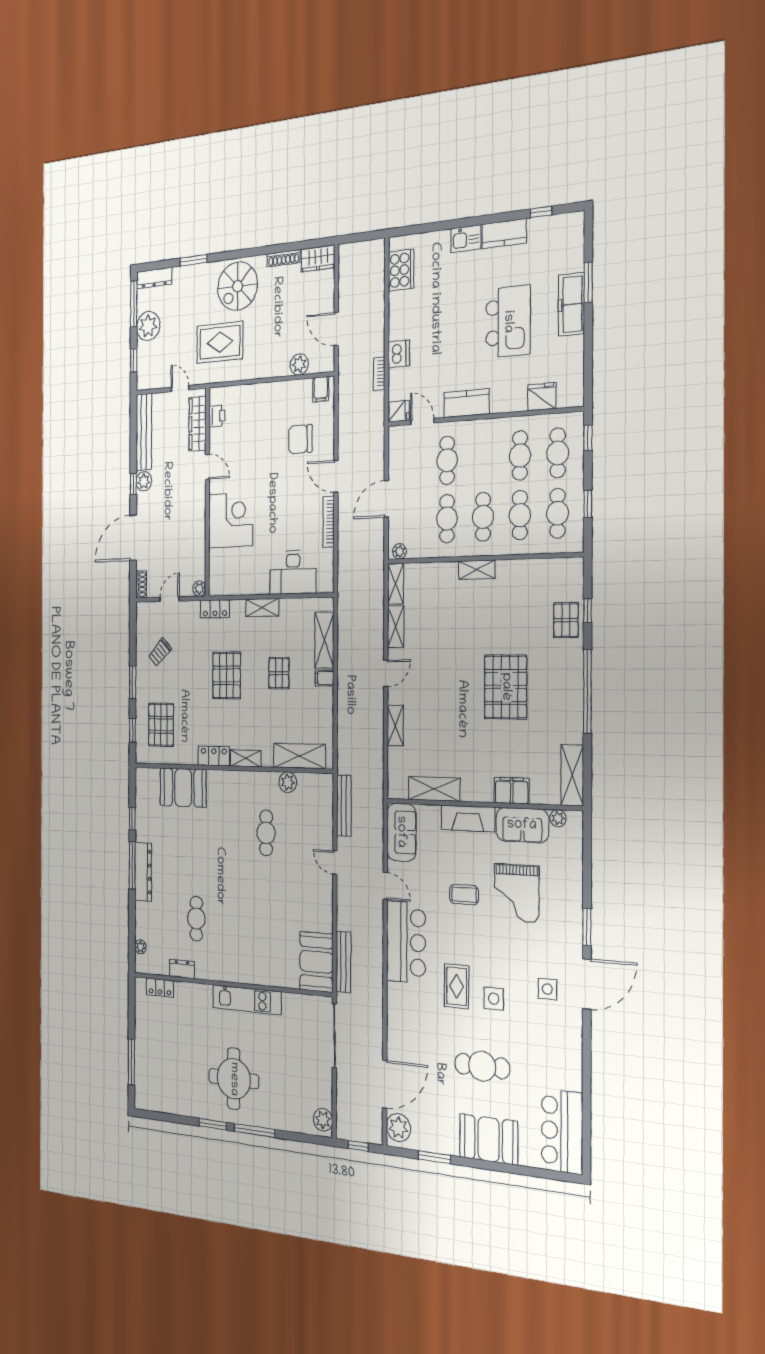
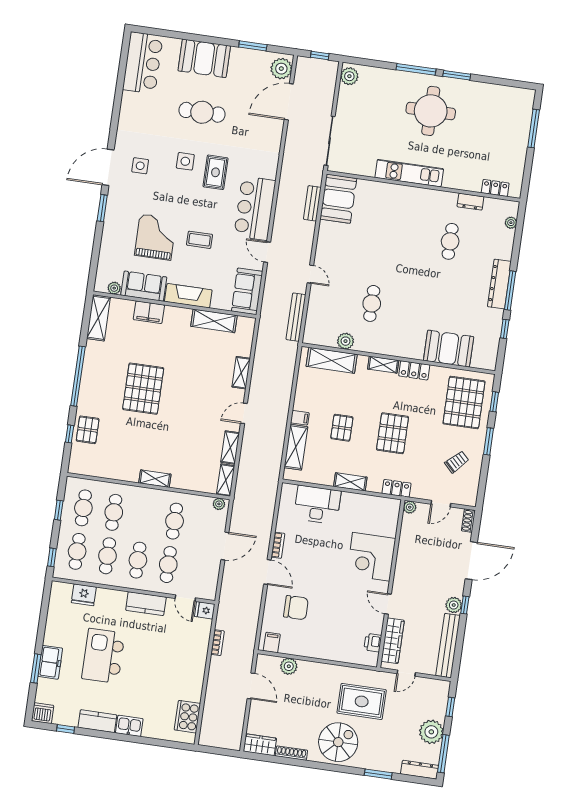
freezer: (571, 304) -> (50, 662), width x0.71
dishwasher: (399, 354) -> (43, 713), moved, turned 90
door: (180, 389) -> (406, 673), hinge flipped
cafe table: (483, 517) -> (138, 560), moved
bookcase: (329, 522) -> (278, 545), width x0.64
pallet: (161, 725) -> (464, 402), width x1.37, depth x1.41
bench: (343, 962) -> (312, 203), width x0.73

